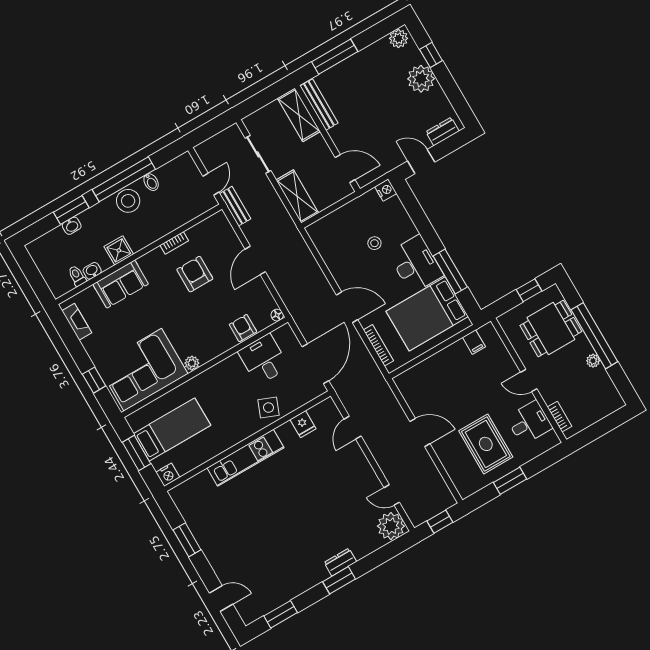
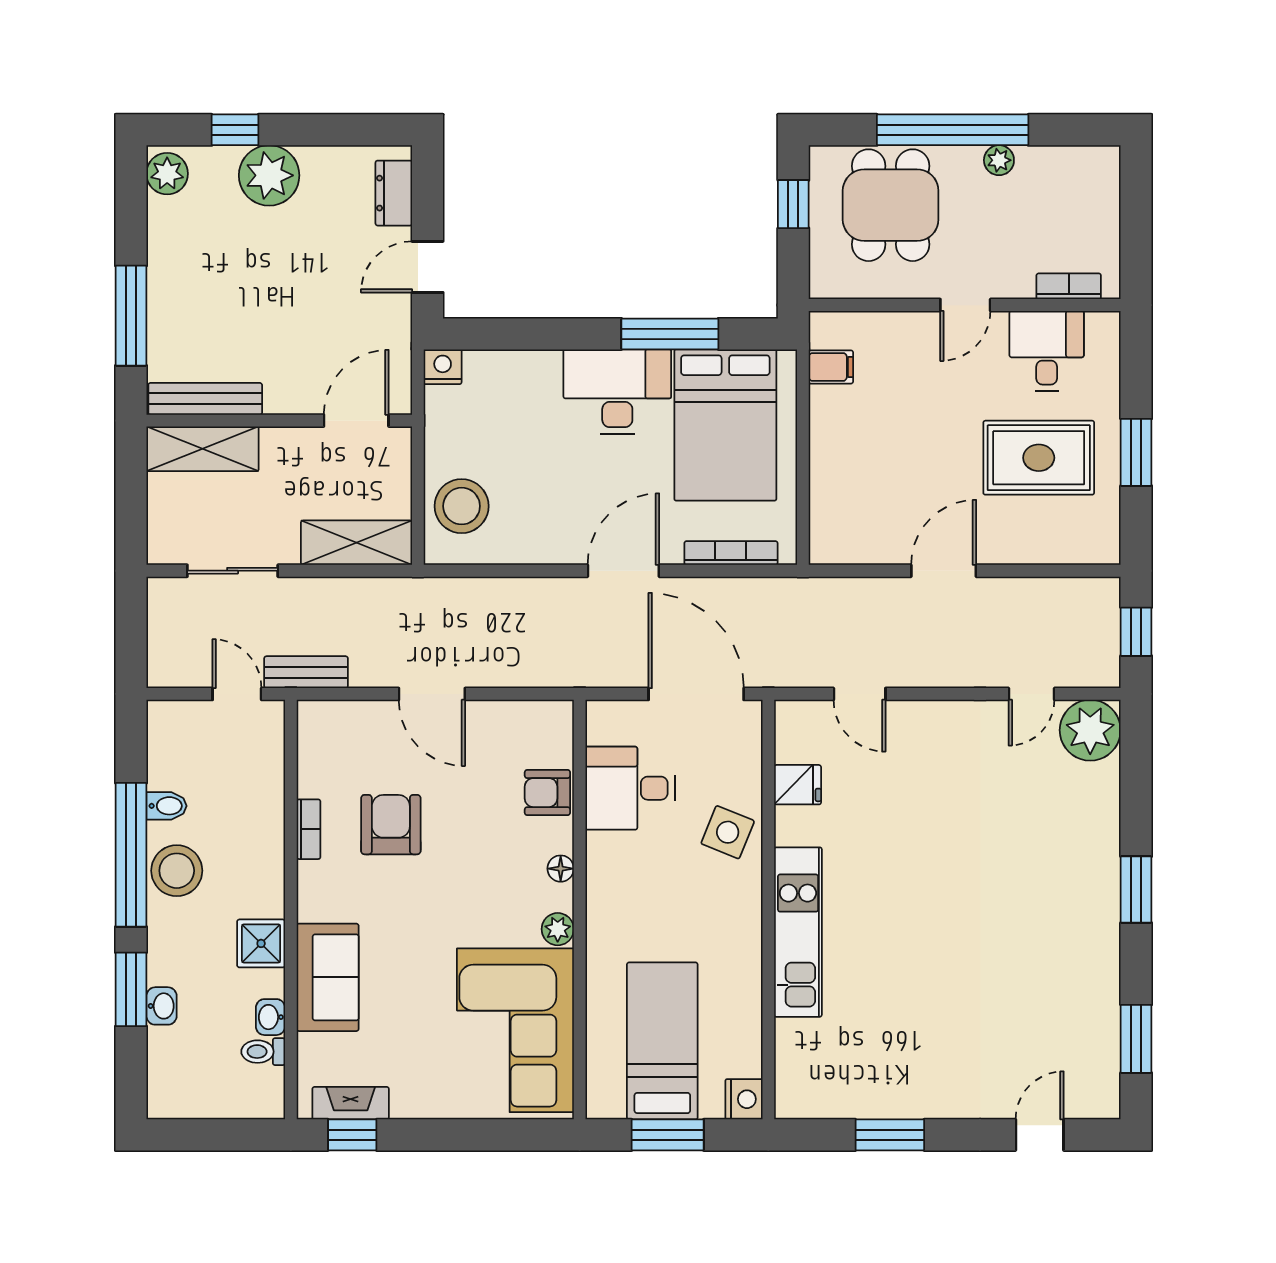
stool: (374, 243) -> (462, 506), moved, width x1.89, depth x1.89
armchair: (195, 274) -> (391, 825), turned 90
floor lamp: (277, 315) -> (561, 869), moved
window: (94, 380) -> (352, 1135), moved
dresser: (340, 562) -> (1103, 867), removed

